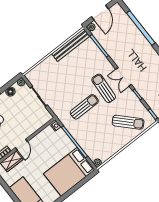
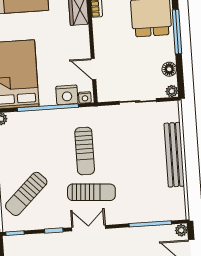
bench: (71, 45) -> (174, 155), moved
nightstand: (61, 136) -> (67, 95), added
door: (21, 145) -> (93, 69), moved

